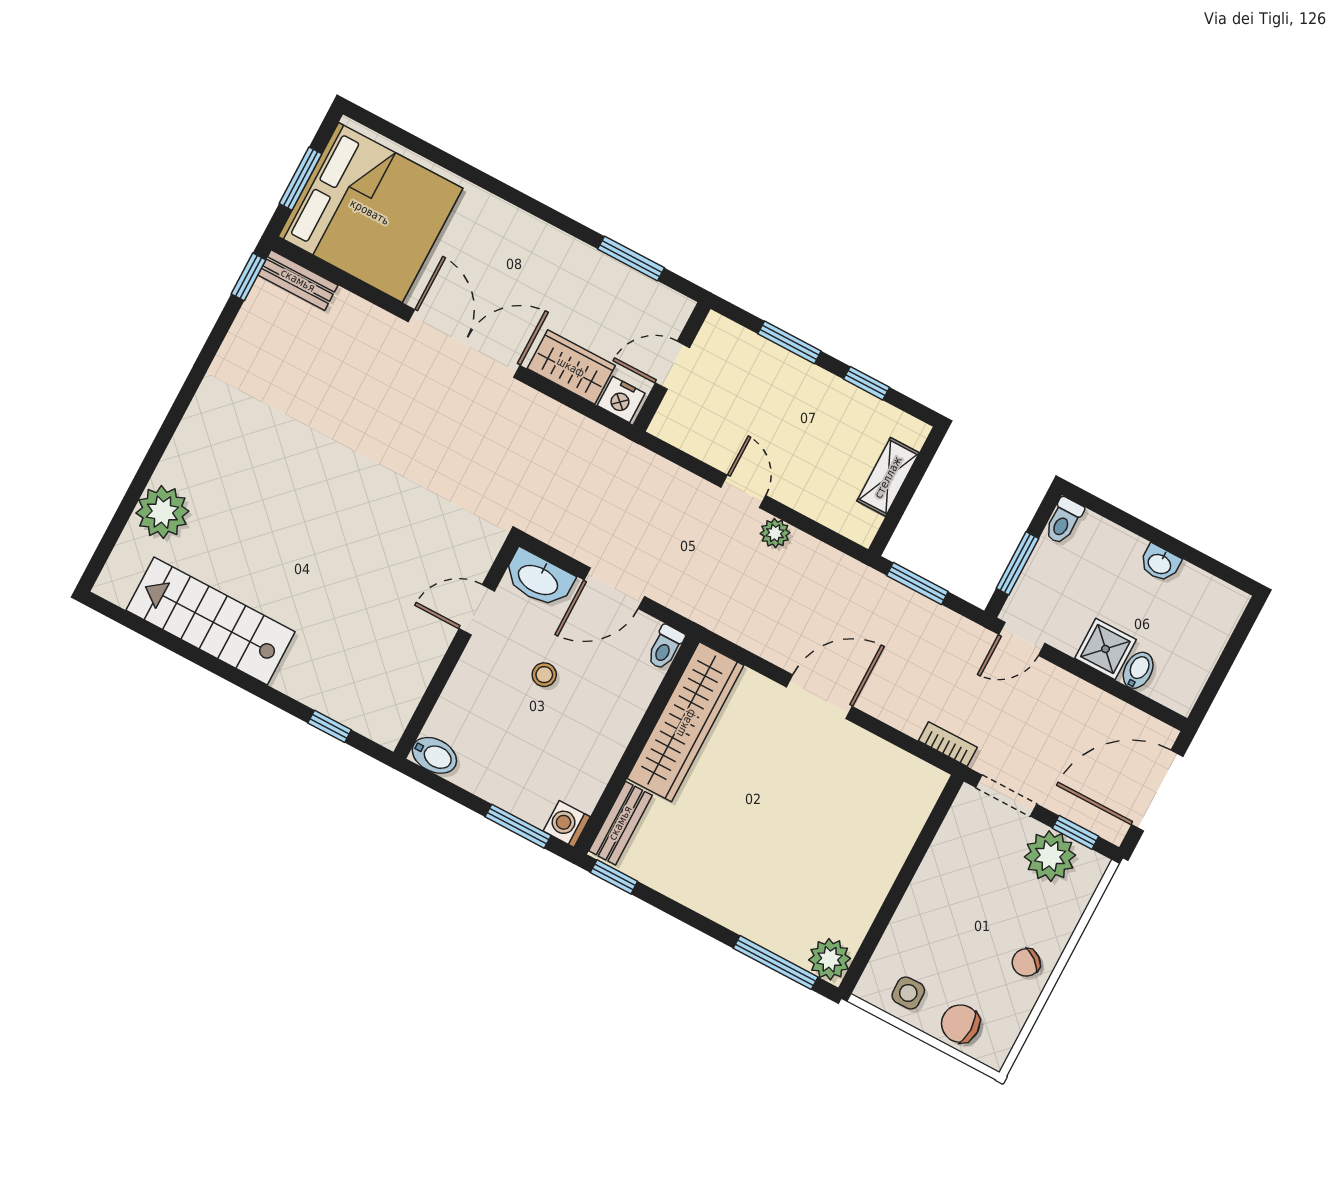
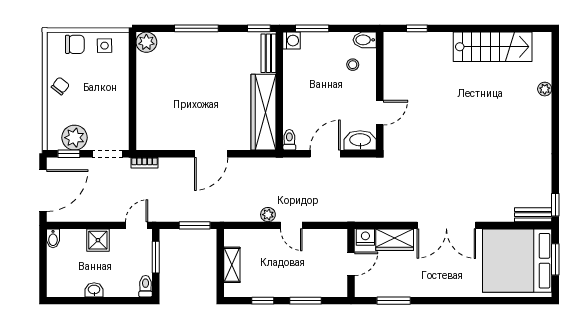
plant: (162, 512) -> (545, 89), width x0.53, depth x0.53
bidet: (1138, 670) -> (53, 238), moved
stool: (544, 675) -> (353, 65), moved
window: (776, 963) -> (196, 28), moved

